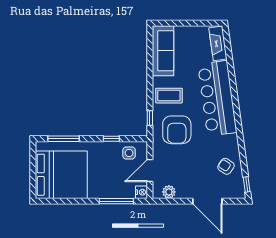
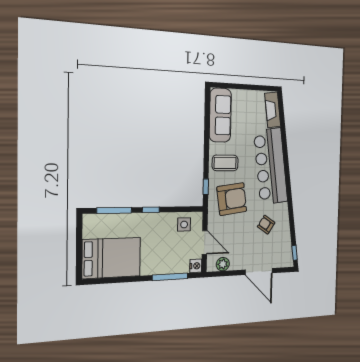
armchair: (177, 130) -> (232, 199), turned -98
window: (111, 139) -> (151, 210), moved
armchair: (226, 166) -> (266, 225), moved
door: (150, 171) -> (205, 243), swing flipped
bed: (61, 175) -> (111, 258), width x0.73

